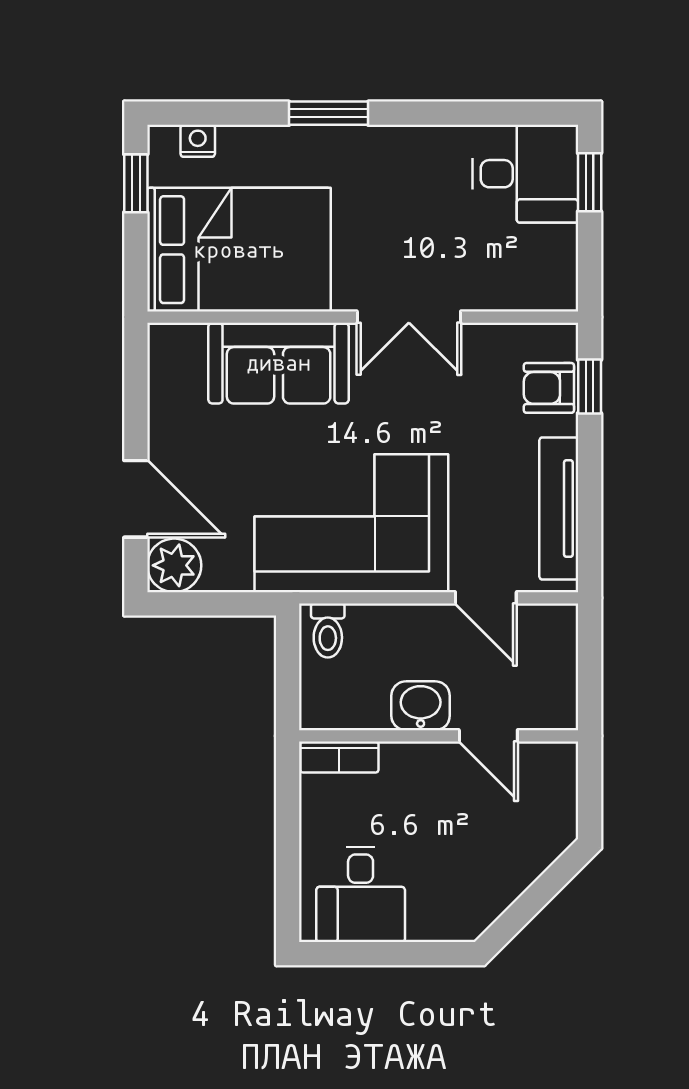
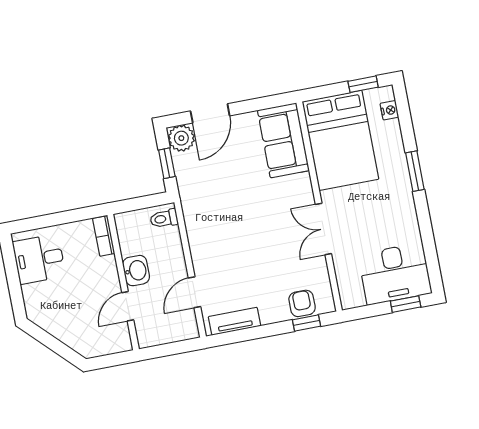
desk: (525, 174) -> (395, 274), width x1.37
sofa: (279, 363) -> (283, 140), moved
tv unit: (559, 508) -> (234, 321), width x0.71
corner sofa: (351, 523) -> (218, 220), removed
window: (219, 604) -> (167, 163), added

